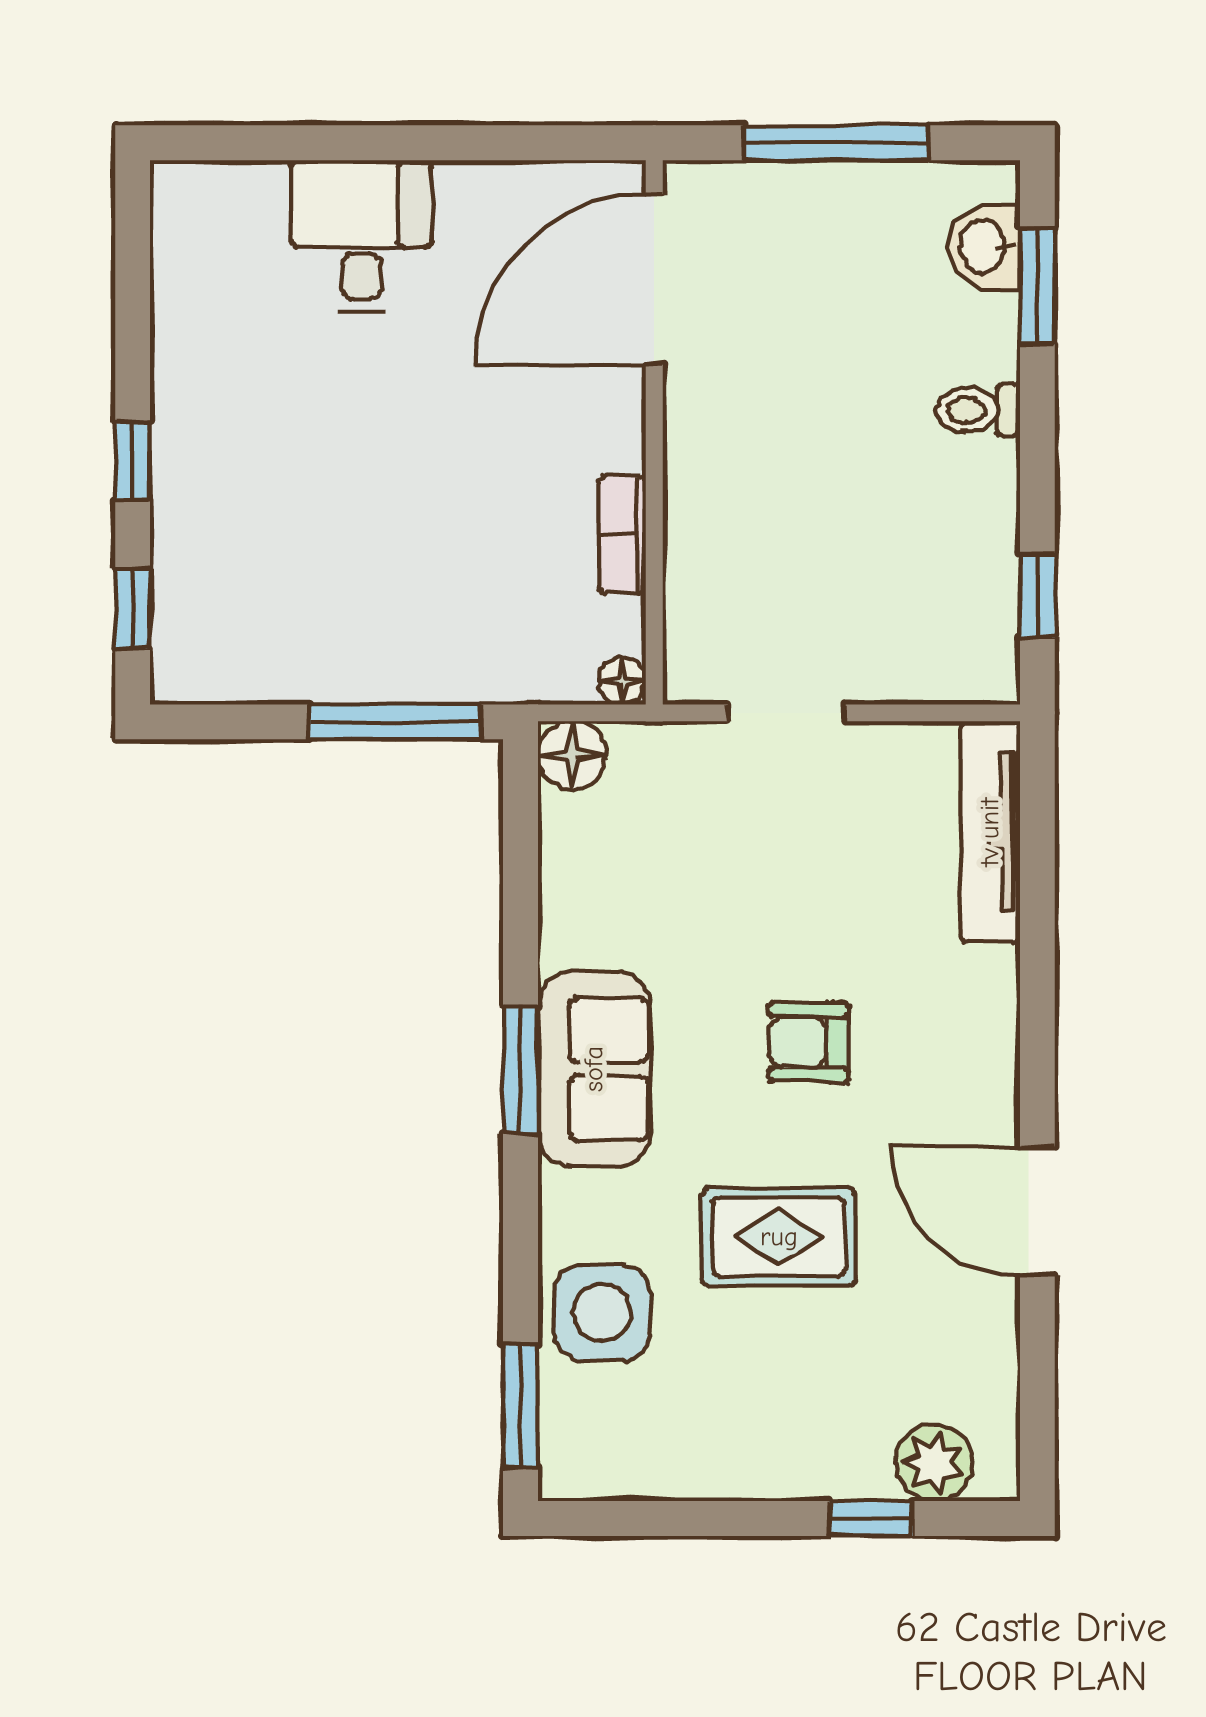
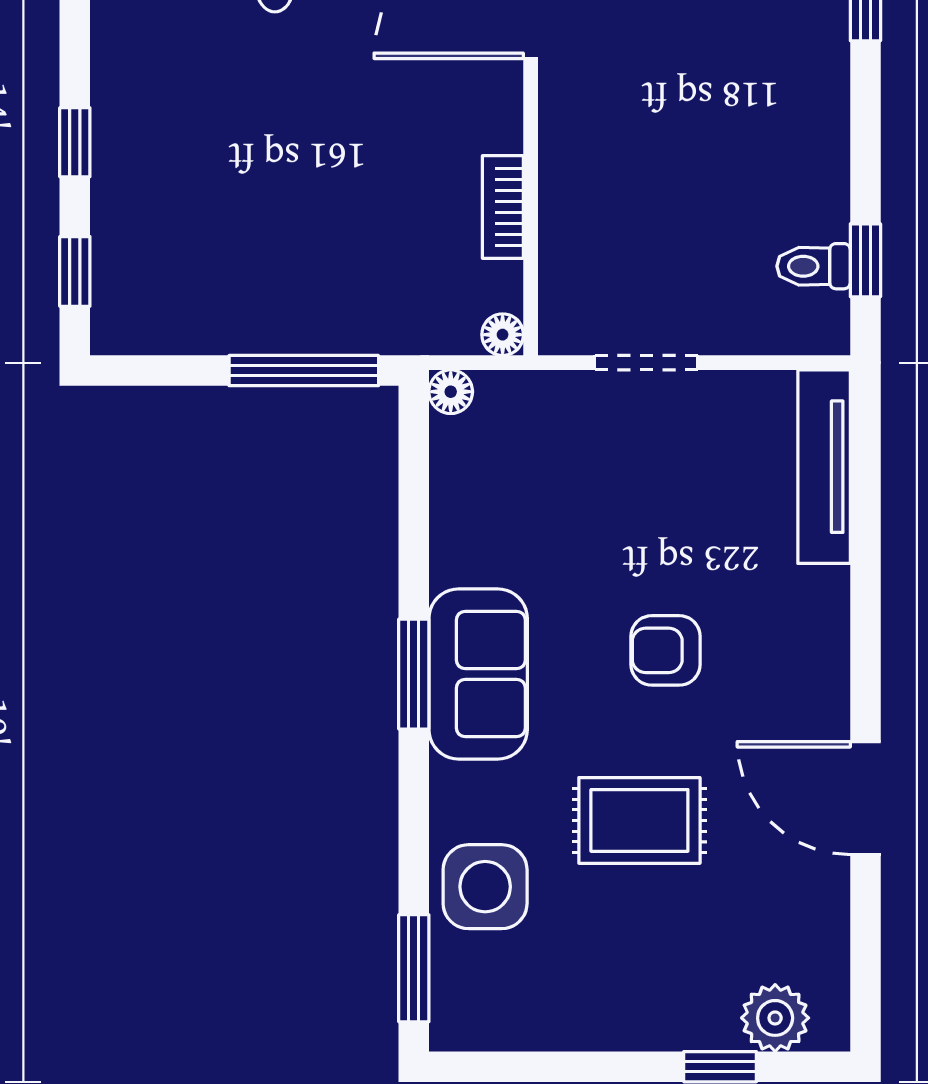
toilet: (978, 410) -> (814, 266), moved
floor lamp: (572, 755) -> (451, 392), width x0.73, depth x0.73

